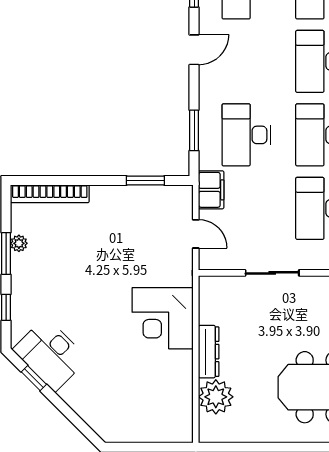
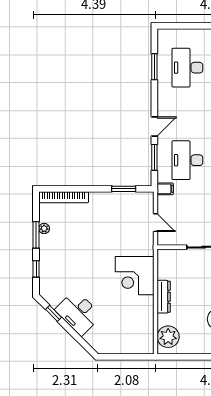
door: (194, 50) -> (154, 127), moved
filing cabinet: (211, 190) -> (165, 189), width x0.50
desk: (50, 354) -> (78, 313), moved
plant: (216, 397) -> (168, 337), moved

